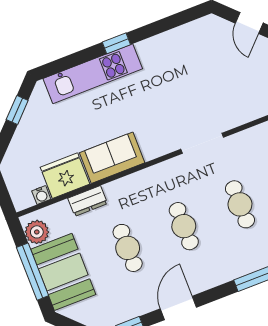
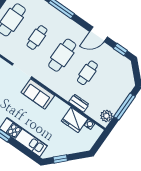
sofa: (112, 158) -> (38, 94), moved
cafe table: (184, 226) -> (62, 55), width x1.37, depth x1.35
booth: (63, 272) -> (116, 93), removed

